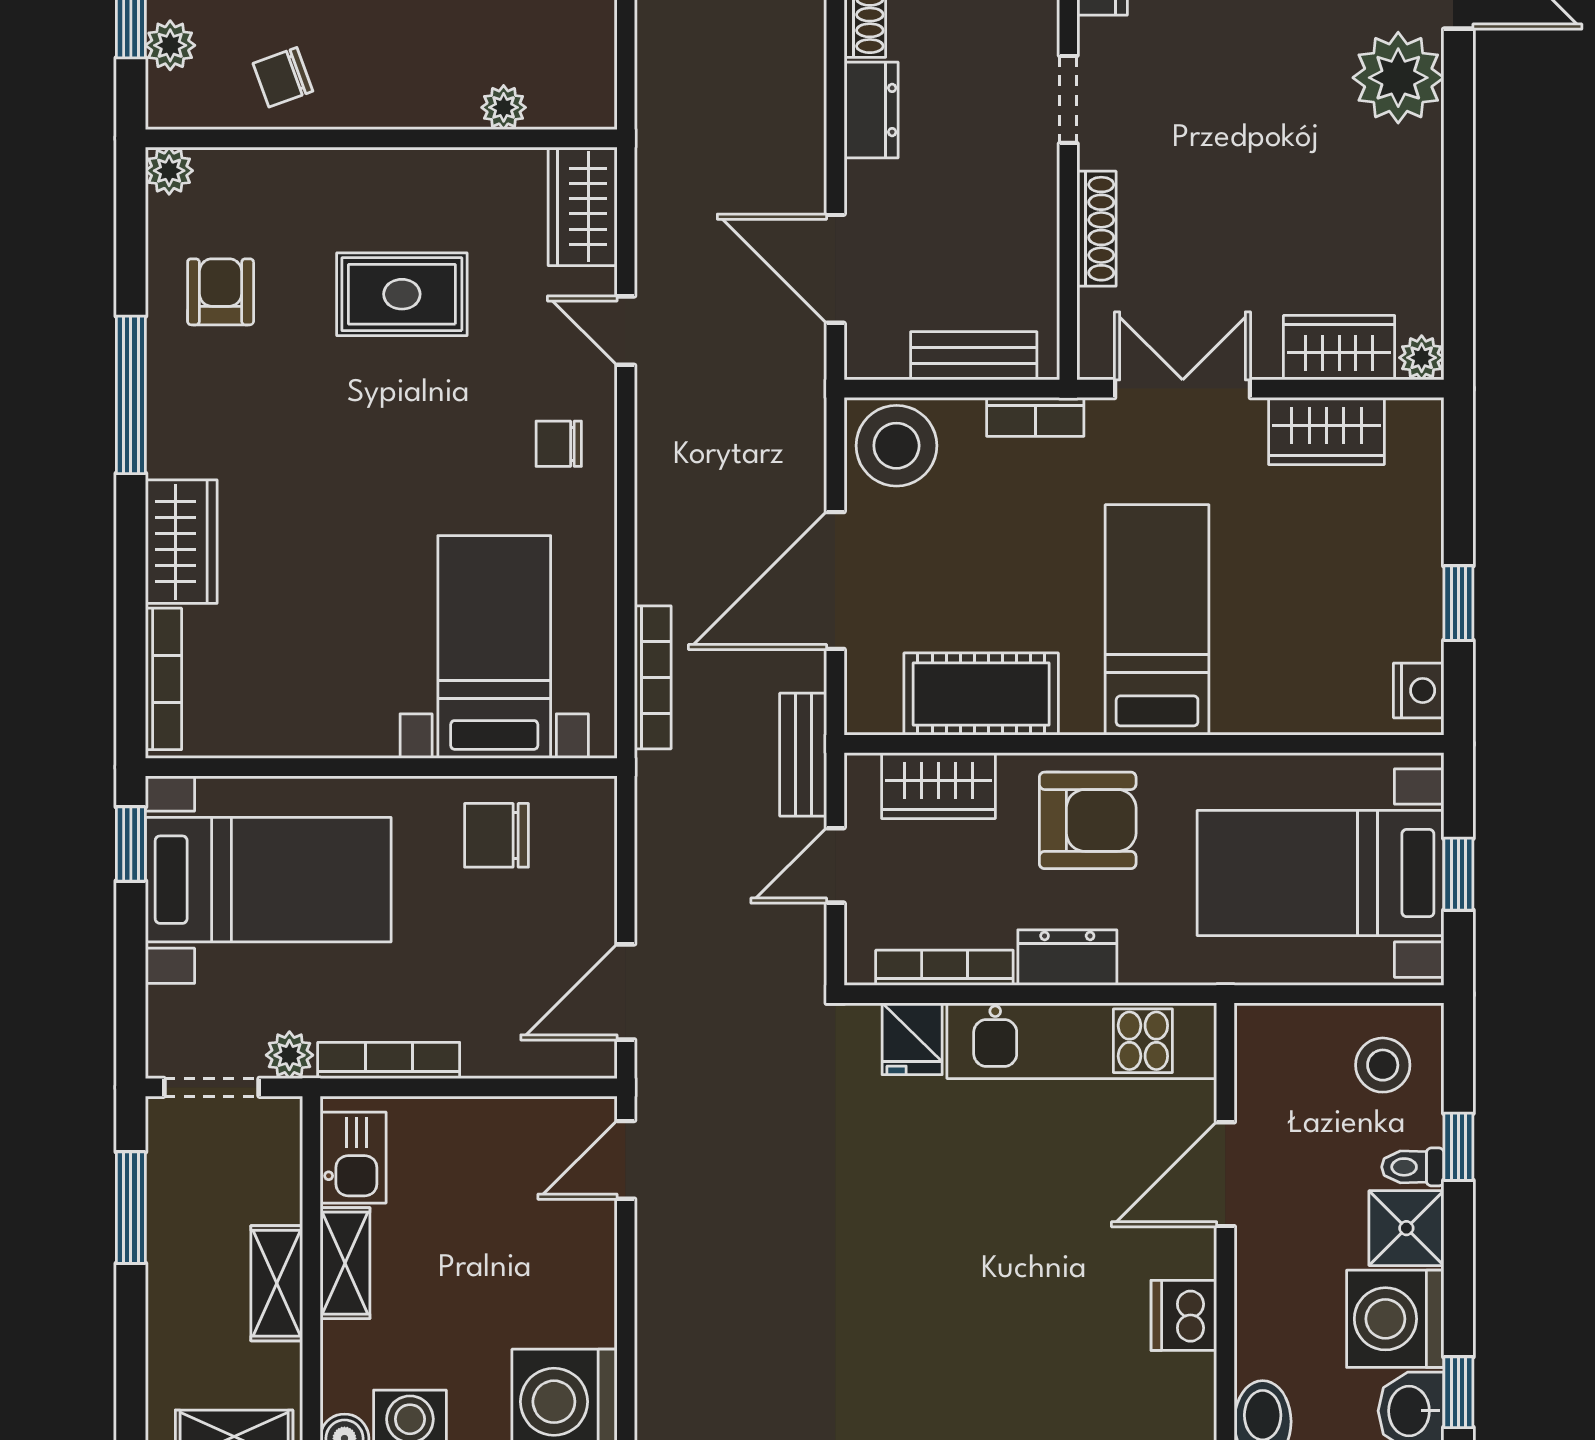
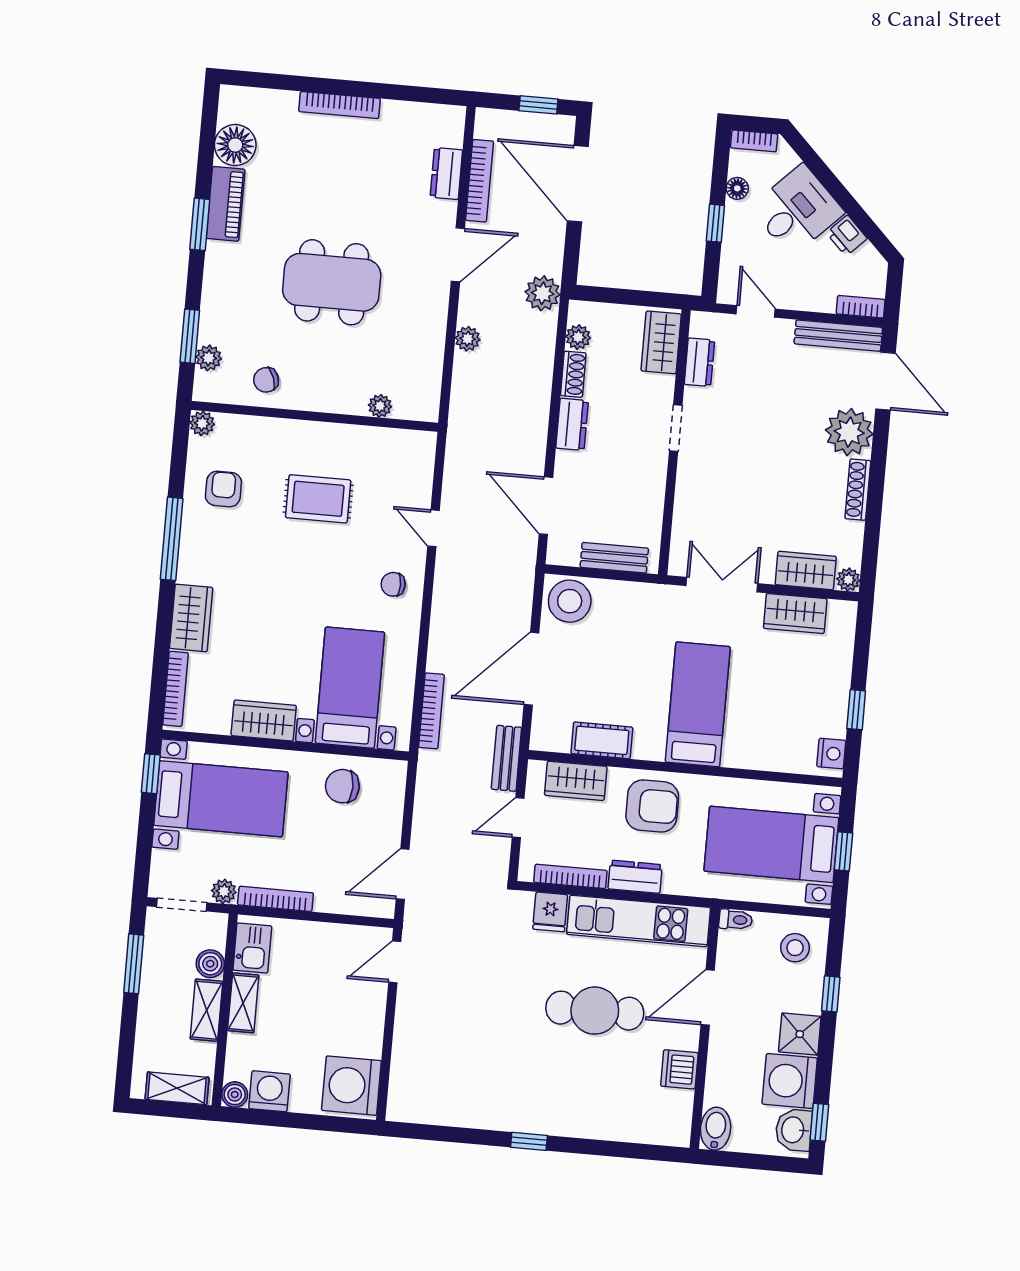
wardrobe: (583, 206) -> (264, 720), moved, turned 90
shoe rack: (1097, 229) -> (858, 490), moved, turned 180
bookcase: (1035, 417) -> (644, 593), removed
cot: (981, 694) -> (602, 740), width x0.73, depth x0.75
toilet: (1413, 1167) -> (736, 920), moved, turned 180
boiler: (276, 1194) -> (210, 964), added
cafe table: (1013, 1218) -> (595, 1011), added

